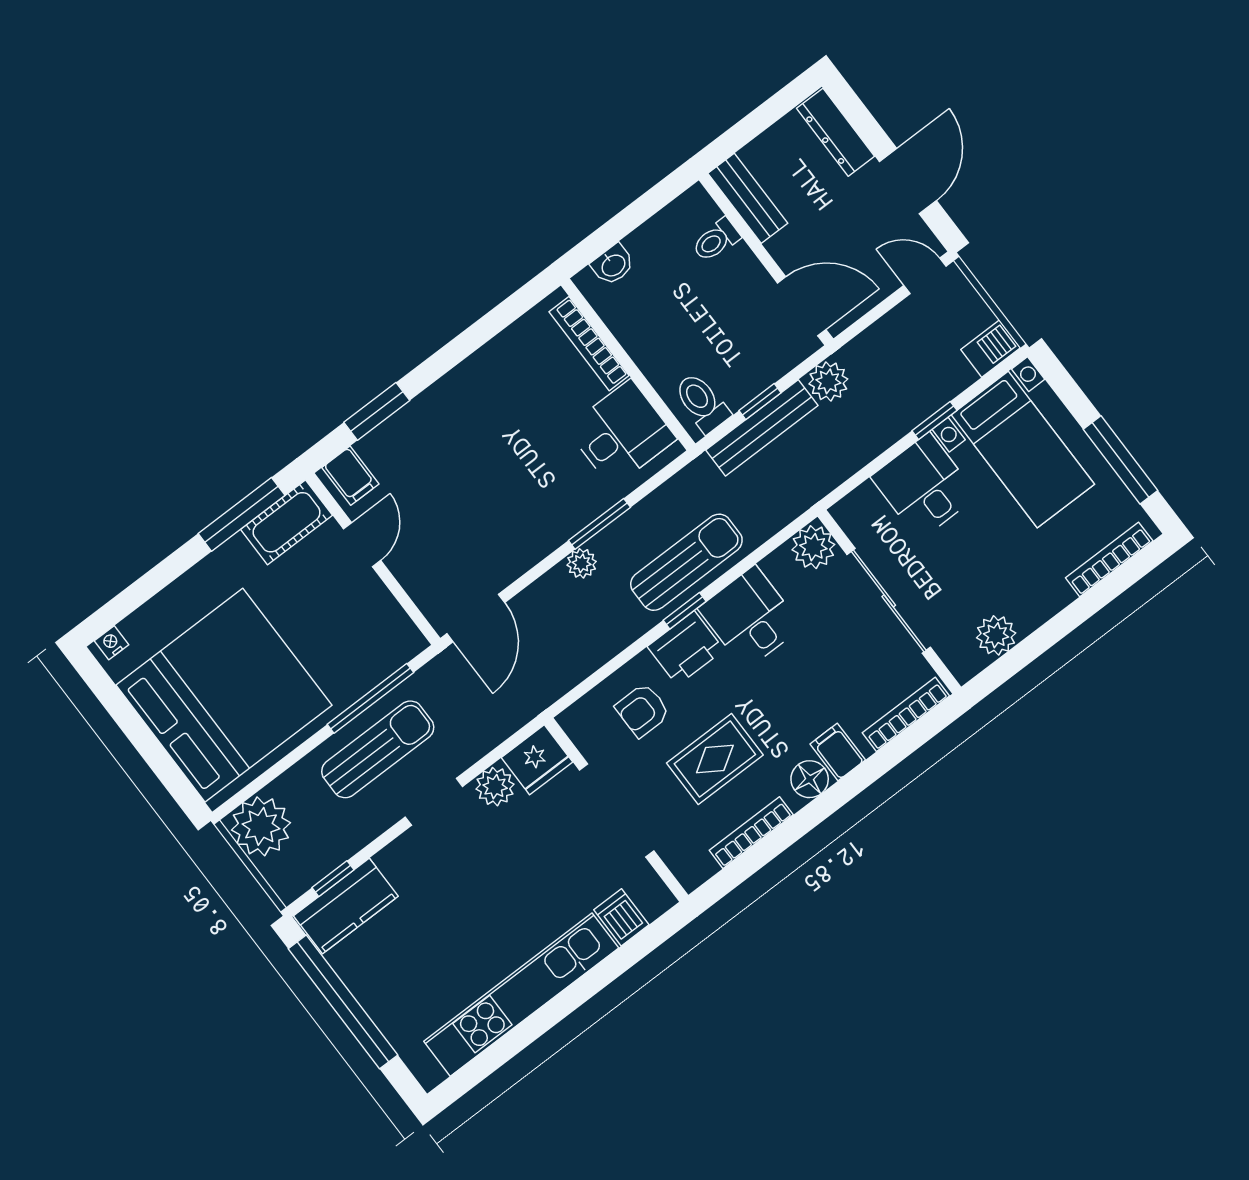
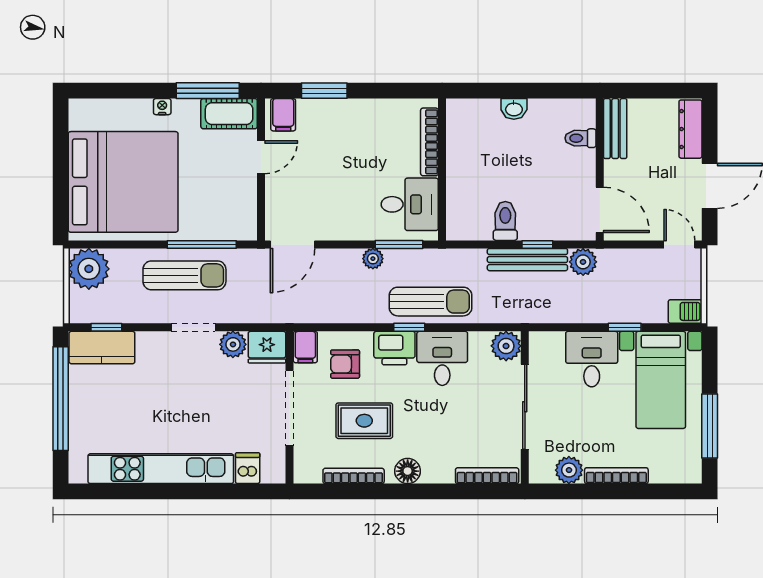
bookcase: (589, 344) -> (429, 142), moved
wall: (628, 365) -> (442, 170), moved
desk: (621, 434) -> (410, 204), moved
bookcase: (1109, 559) -> (616, 476), moved
nightstand: (111, 643) -> (162, 107), moved
filing cabinet: (838, 752) -> (305, 347), moved, turned 180

